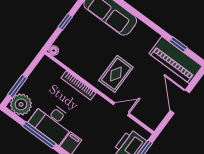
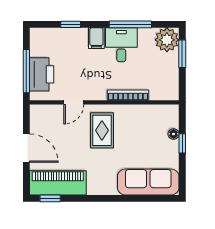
window: (178, 44) -> (50, 198), moved
floor lamp: (54, 51) -> (174, 134), moved
desk: (52, 122) -> (121, 45), width x0.73

